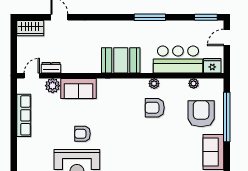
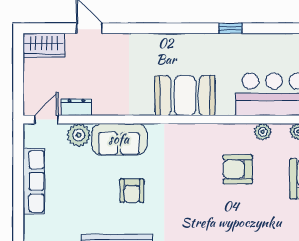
window: (150, 17) -> (230, 28), width x0.46
plant: (154, 84) -> (263, 132), moved
armchair: (83, 134) -> (132, 191), moved, turned -90

